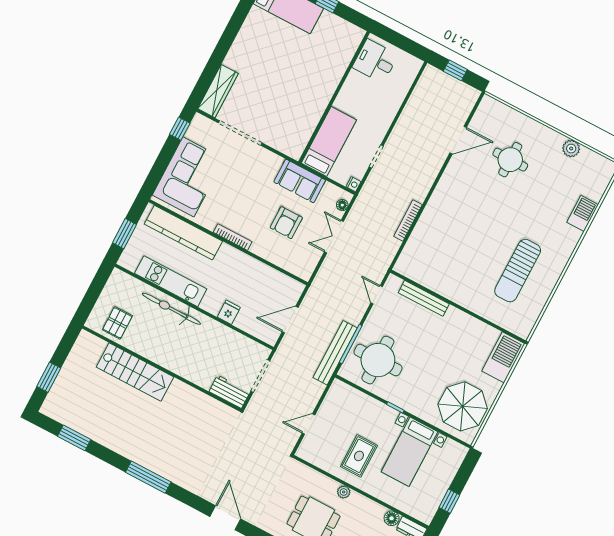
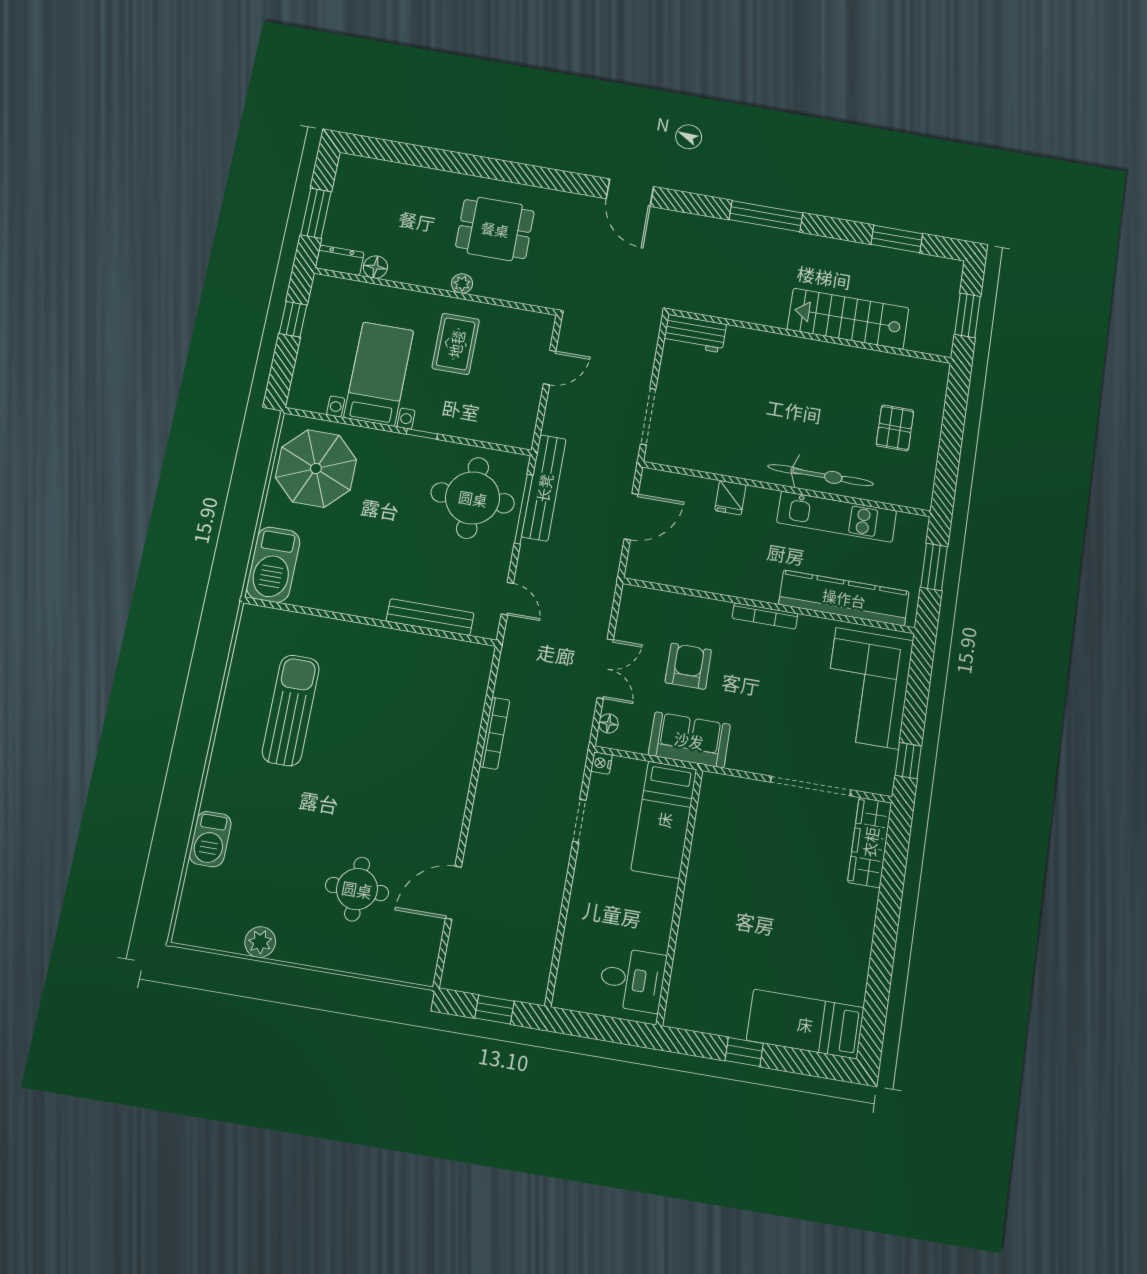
wall: (162, 369) -> (810, 336), moved
stairs: (135, 372) -> (848, 319), moved
workbench: (229, 392) -> (695, 334), moved

